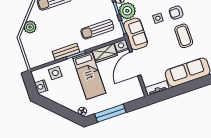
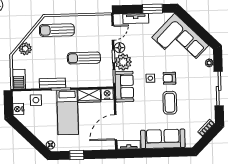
sun lounger: (97, 29) -> (84, 58), moved
barbecue: (33, 58) -> (19, 79), added
door: (135, 64) -> (116, 127), moved
window: (110, 113) -> (77, 155), width x0.46

